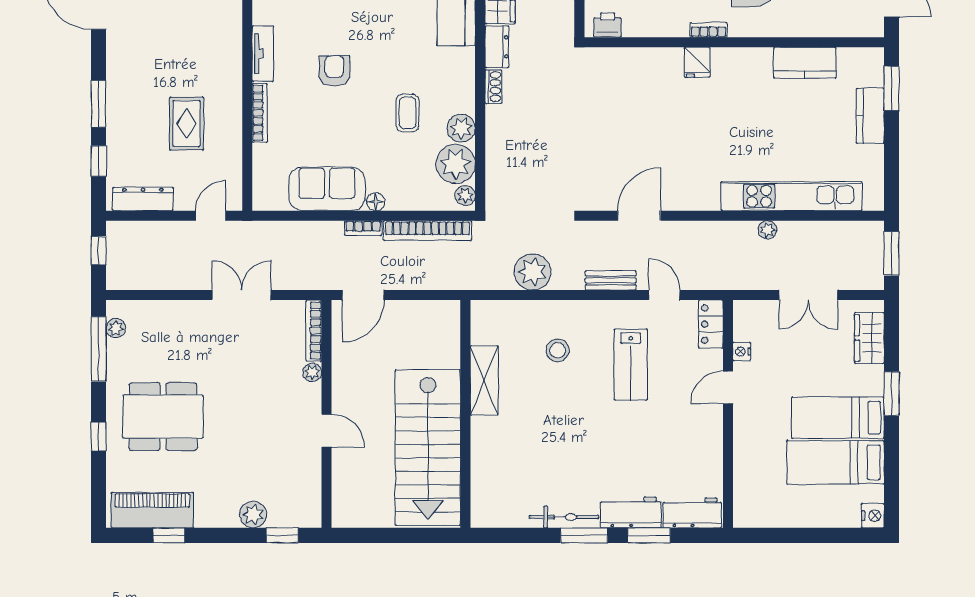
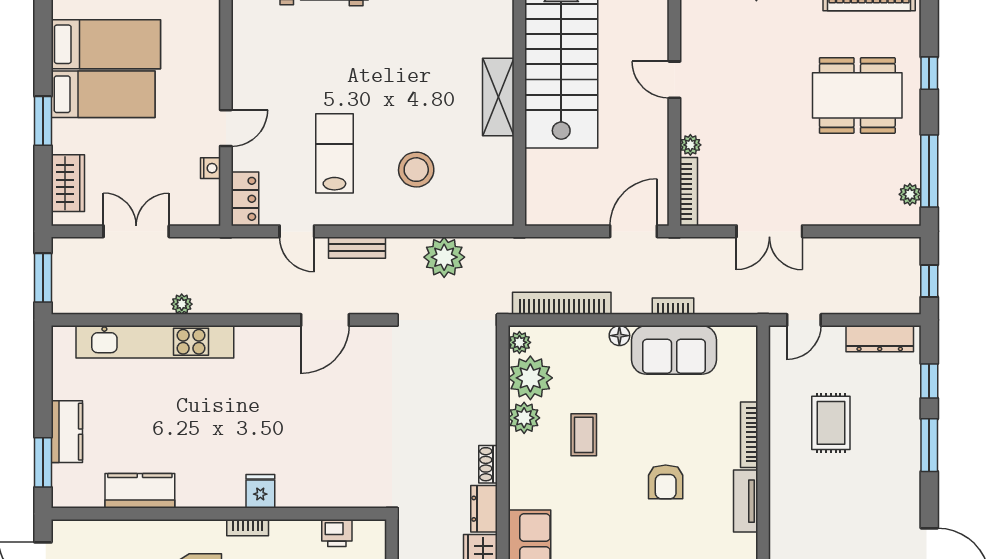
printer: (608, 25) -> (337, 533), moved
bookcase: (363, 228) -> (673, 306), moved
stool: (558, 350) -> (416, 170), width x1.38, depth x1.38
shelving: (484, 381) -> (498, 97), moved

